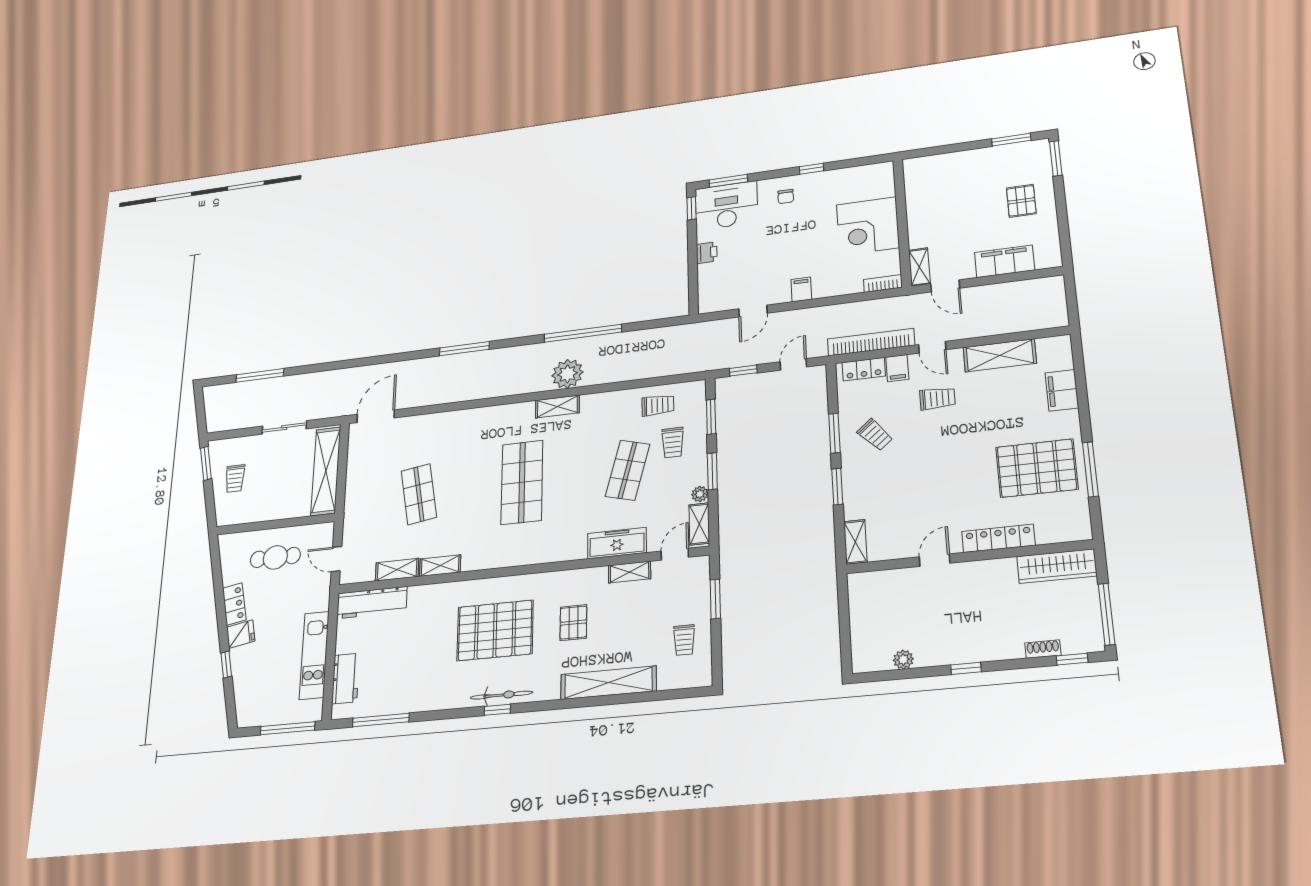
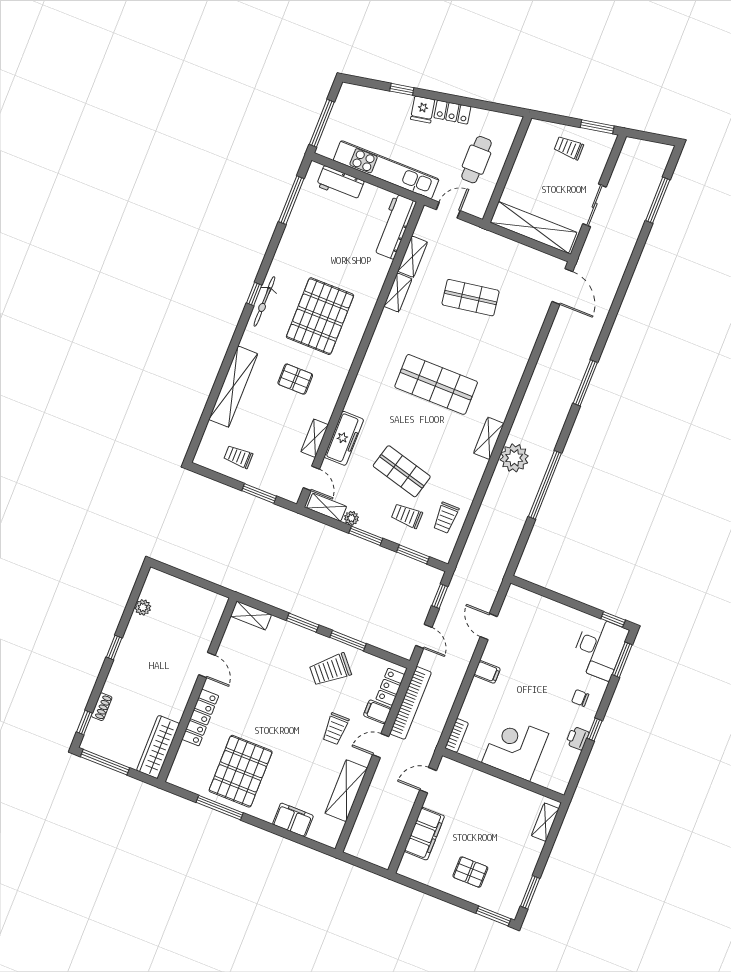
printer: (707, 253) -> (577, 738), moved, turned 90
shelving: (919, 267) -> (545, 822), moved, turned 90
trolley: (875, 435) -> (330, 670), width x1.36, depth x1.39
kitchen unit: (314, 655) -> (386, 170), width x1.36

